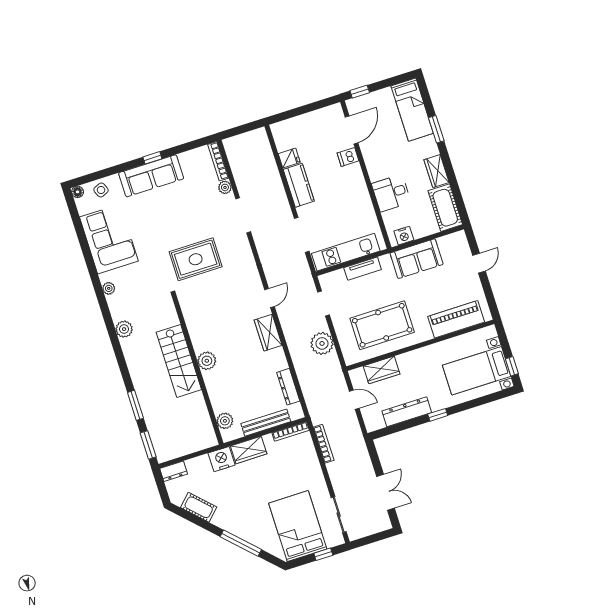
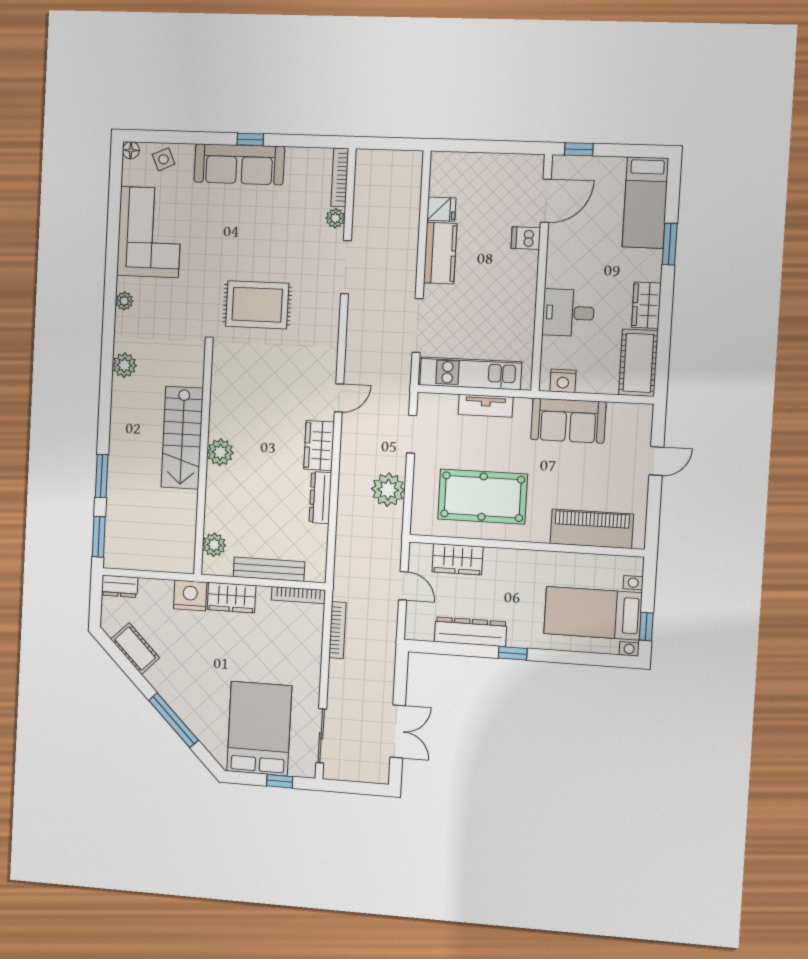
dresser: (288, 387) -> (320, 498), moved

